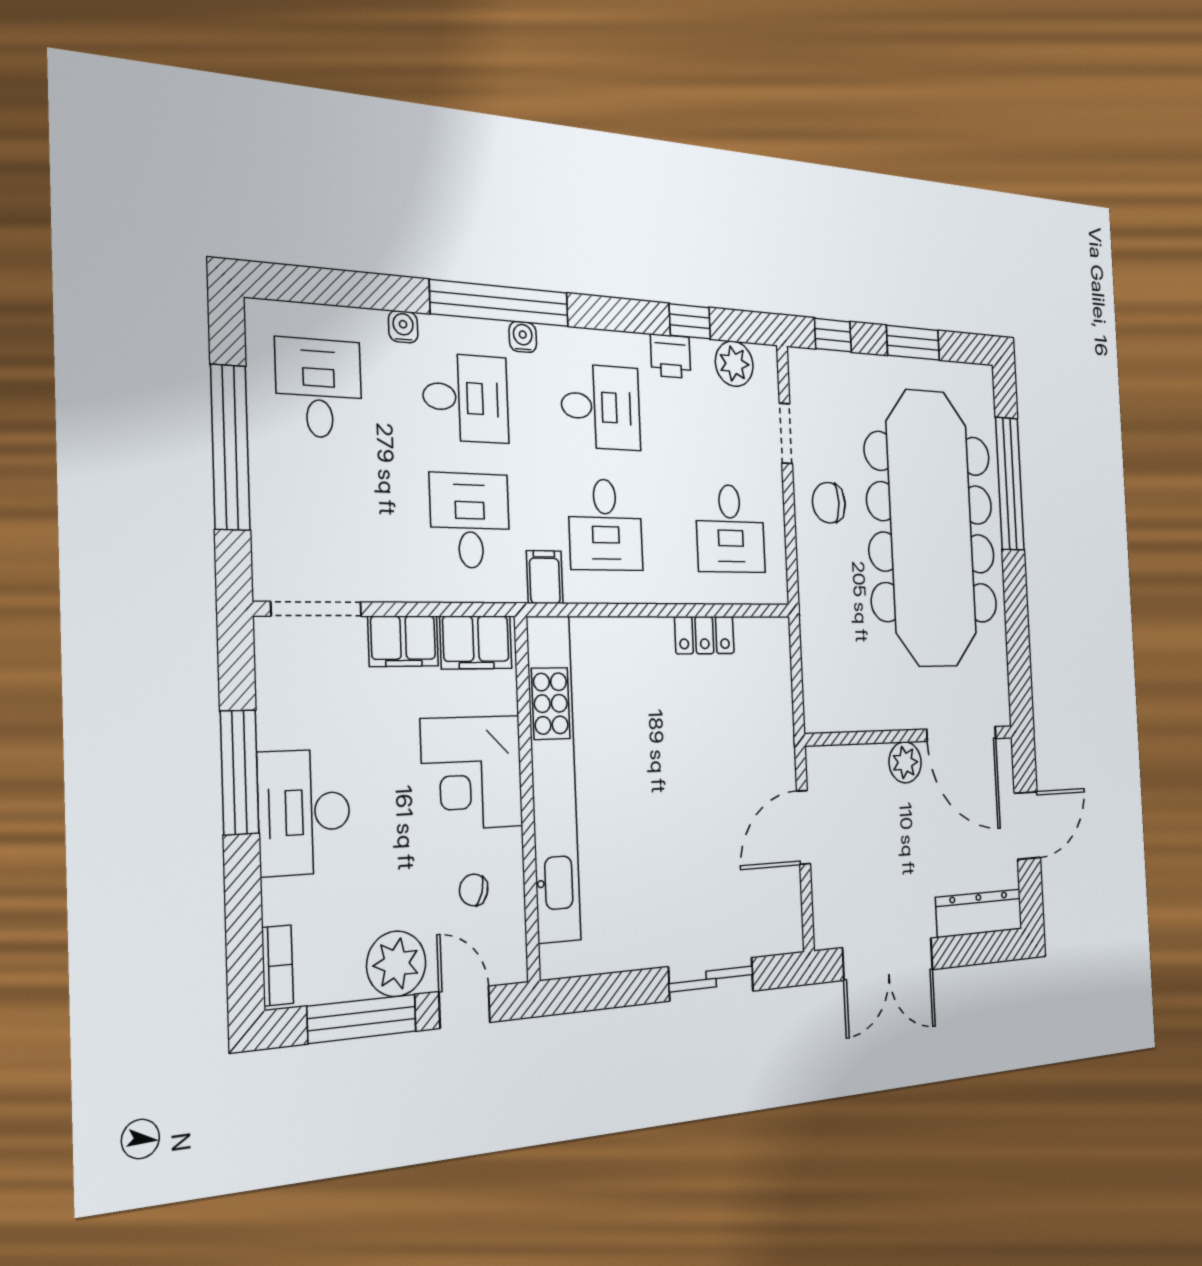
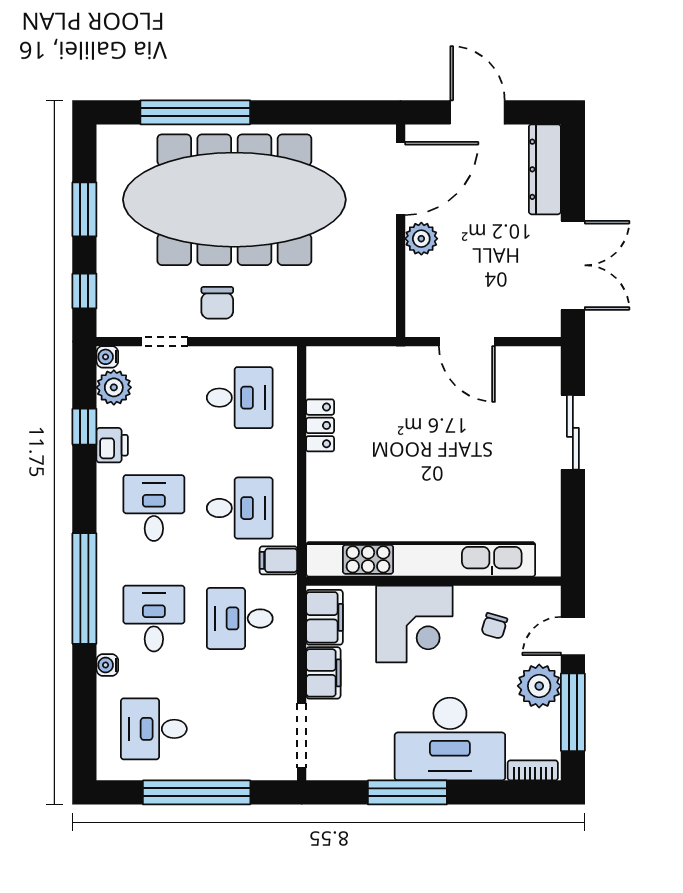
water cooler: (523, 337) -> (107, 357), moved
desk: (304, 812) -> (450, 739), width x1.36, depth x1.30

